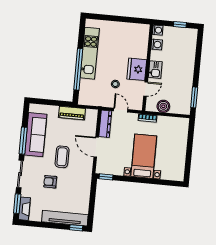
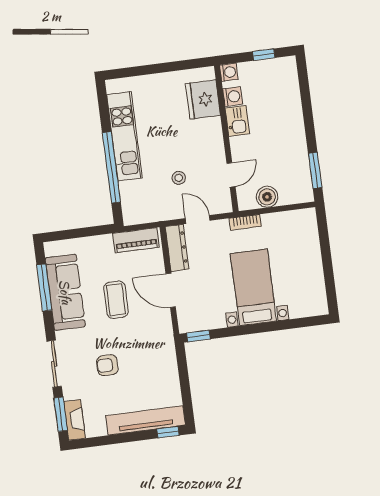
fridge: (137, 69) -> (203, 100), moved
kitchen sink: (155, 70) -> (237, 121), moved
piano: (72, 113) -> (136, 240), moved
window: (23, 141) -> (44, 288), moved
coffee table: (62, 157) -> (116, 300), moved

